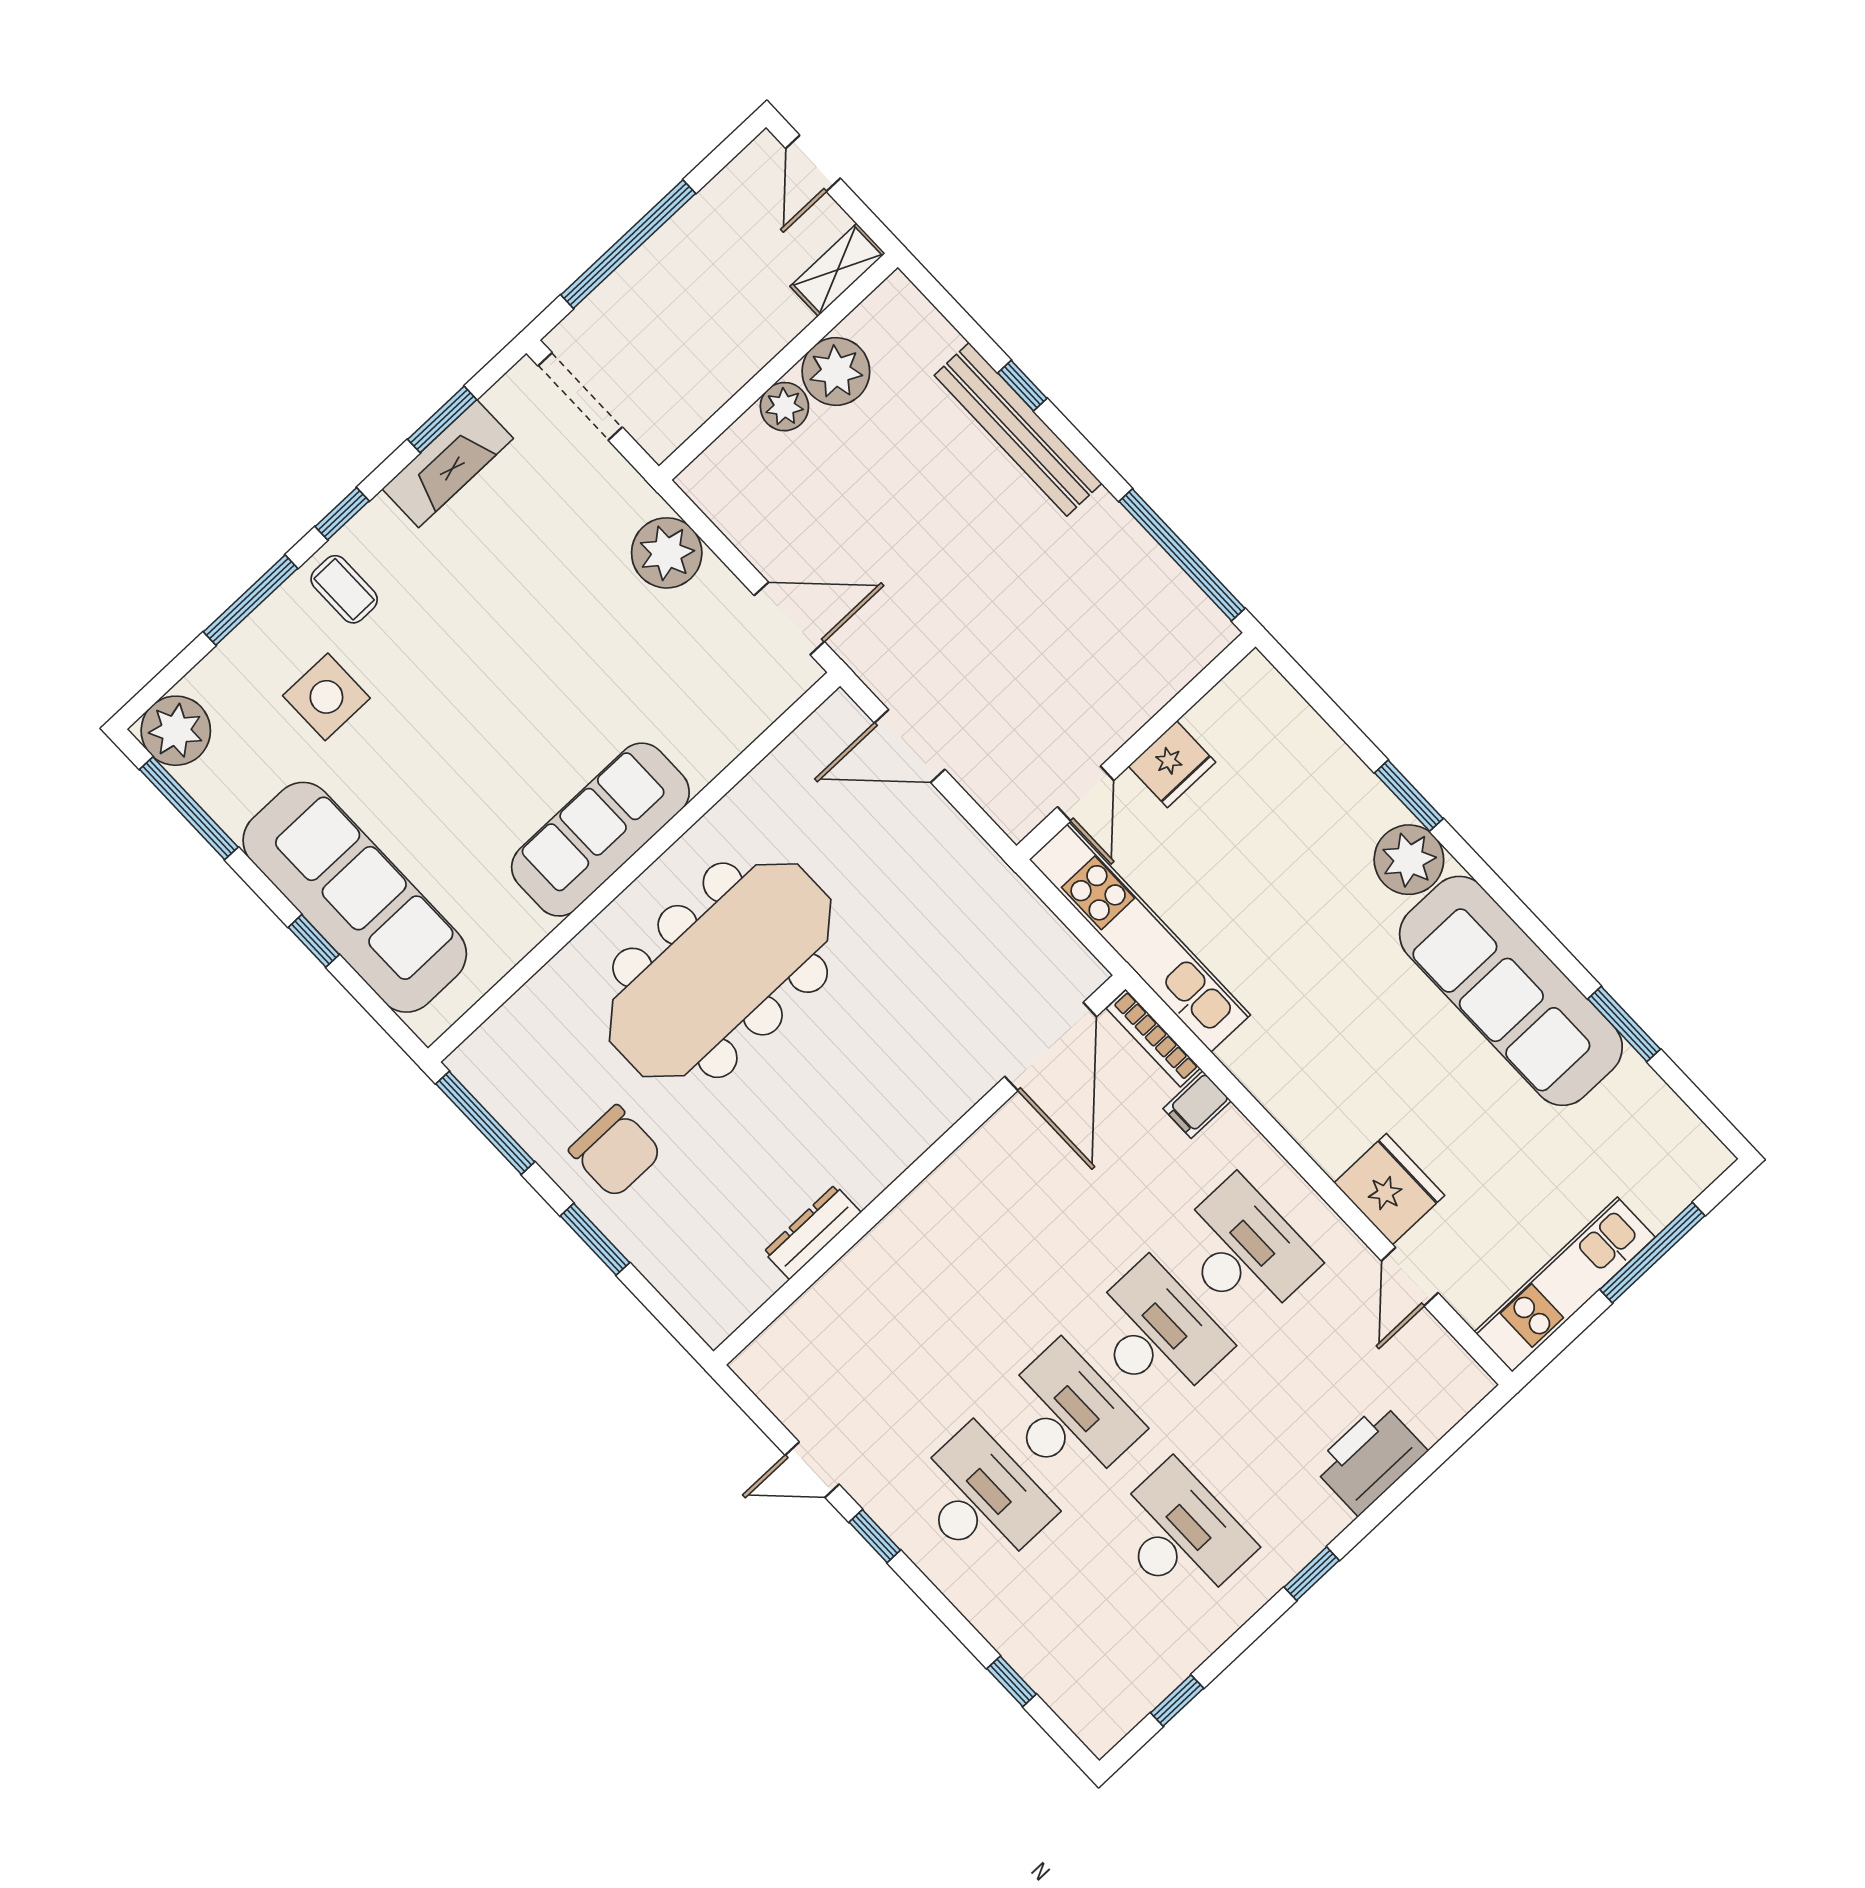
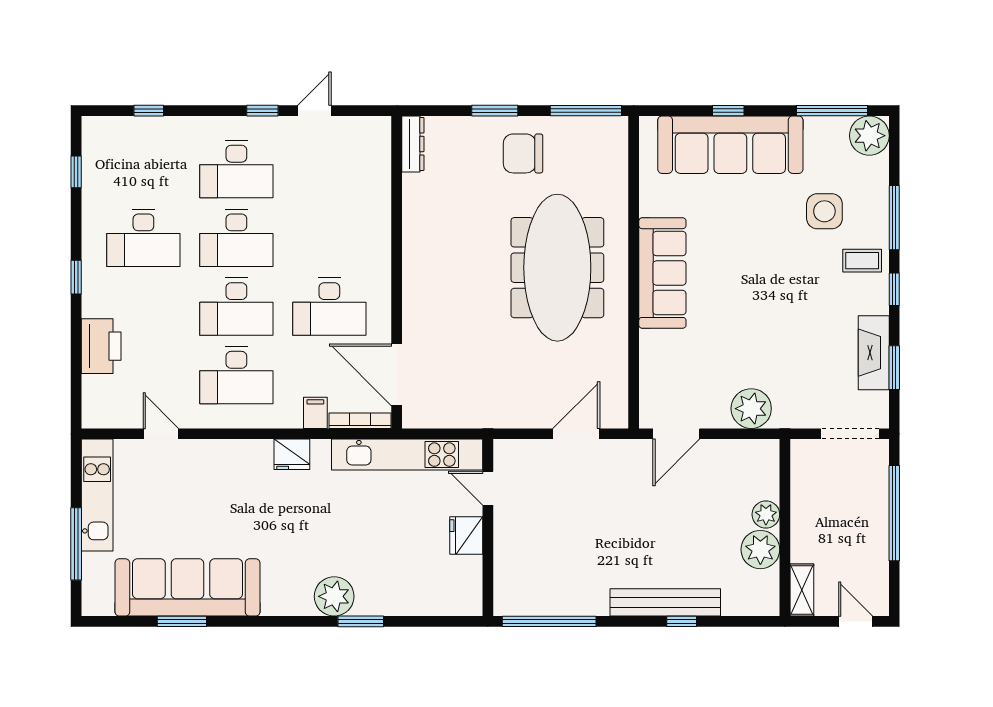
sofa: (1511, 991) -> (187, 587), moved
fridge: (1389, 1189) -> (292, 454), moved, width x0.73, depth x0.75
desk: (1044, 1215) -> (329, 307), added
dresser: (812, 1232) -> (413, 144), moved

